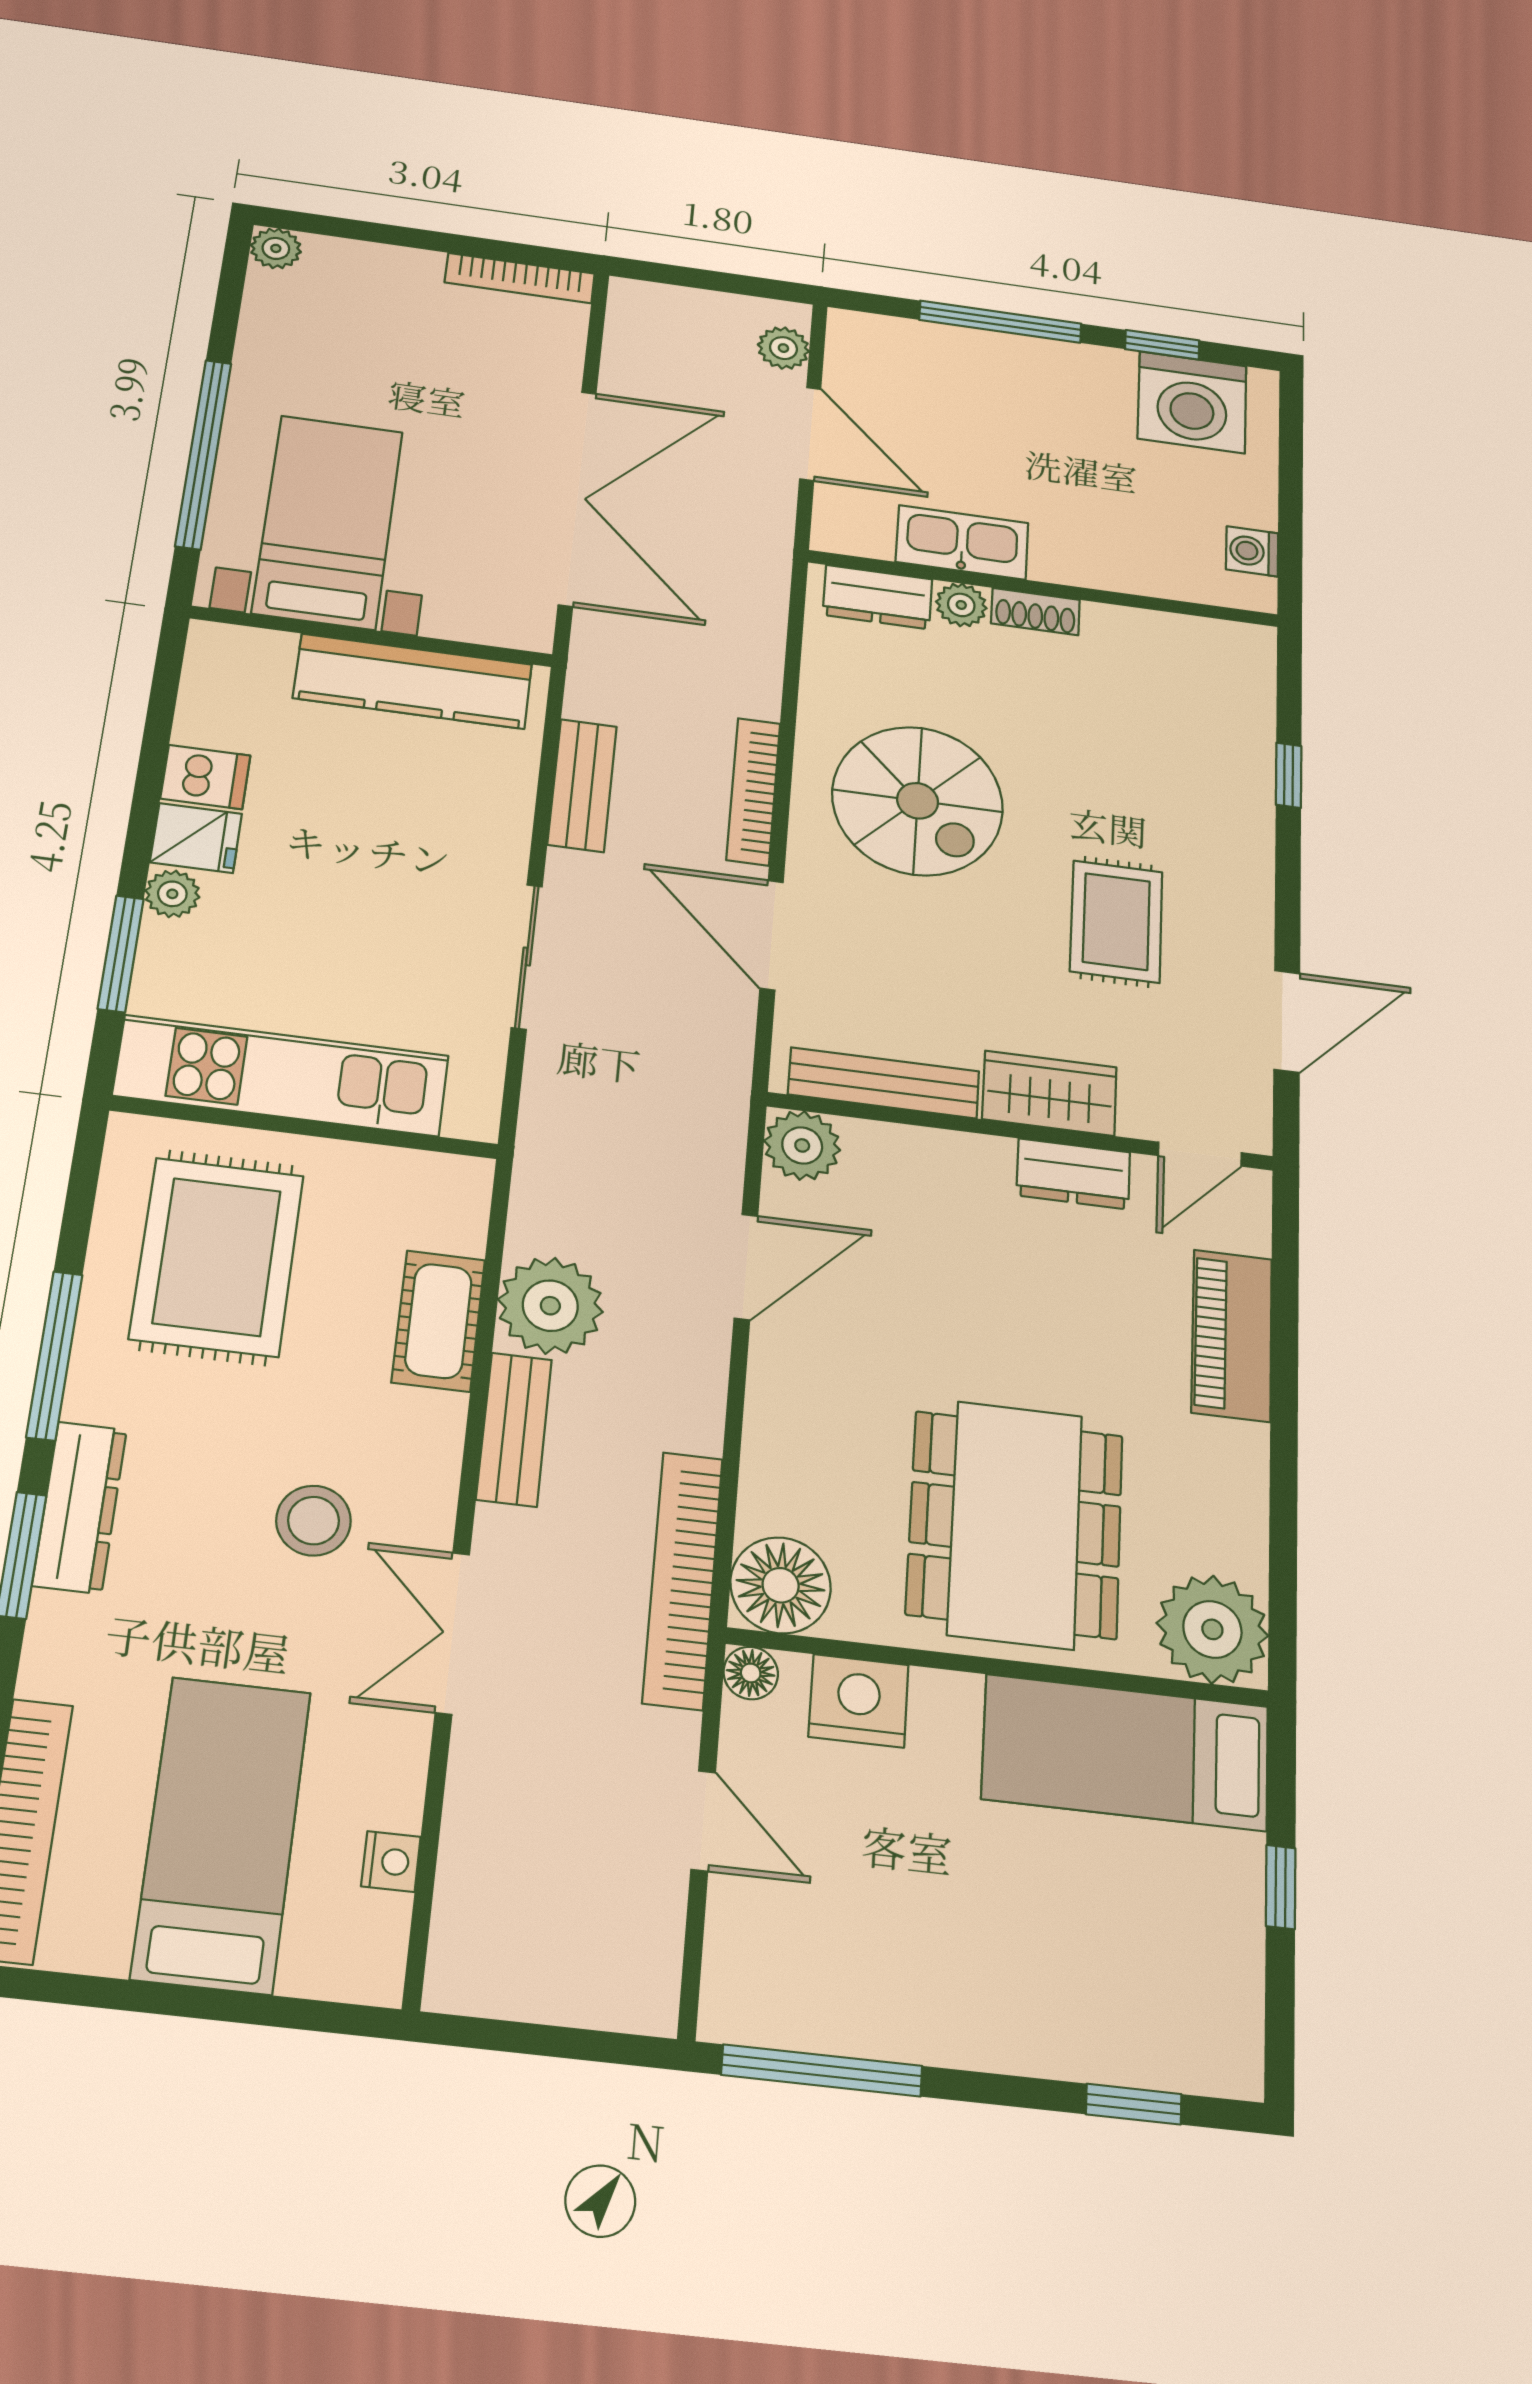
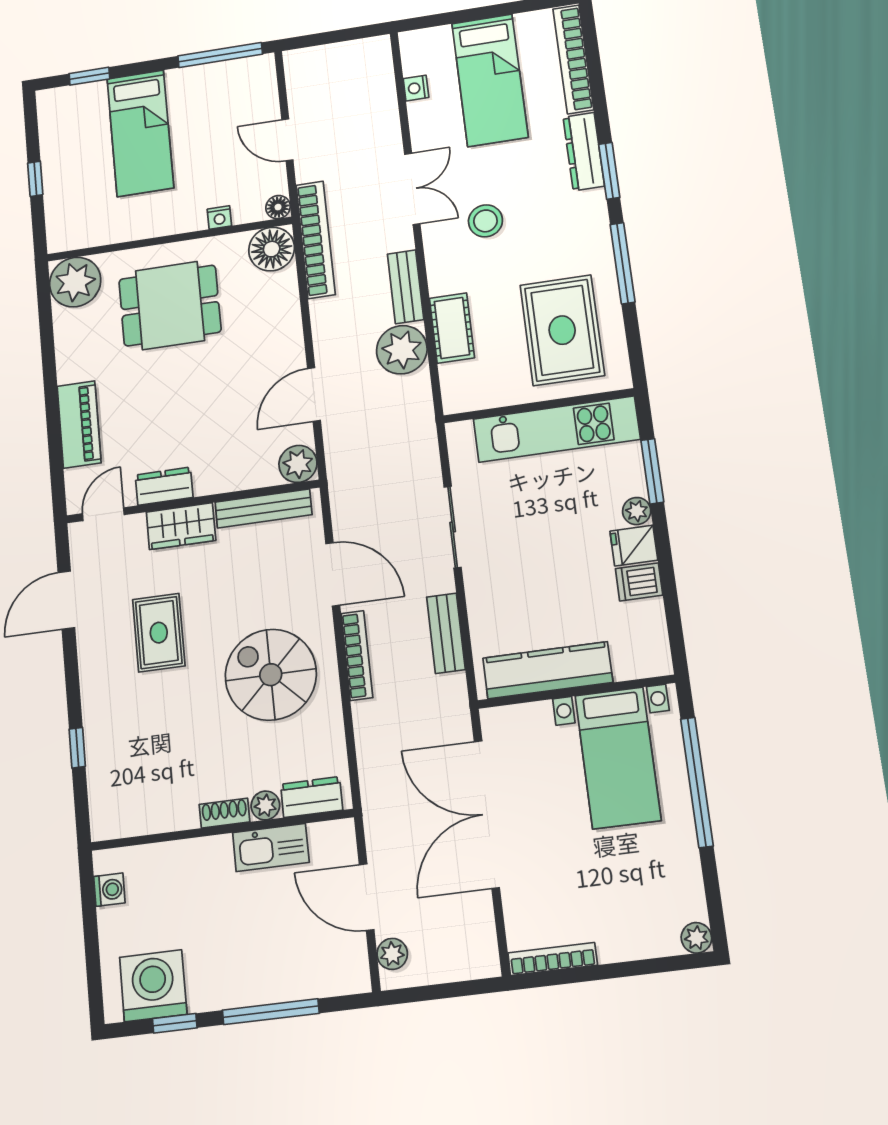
dresser: (80, 1507) -> (584, 152), moved
dining table: (1015, 1524) -> (170, 306), width x0.73
nightstand: (859, 1701) -> (219, 218), width x0.53, depth x0.56
bed: (1126, 1753) -> (140, 133), moved, turned 90

